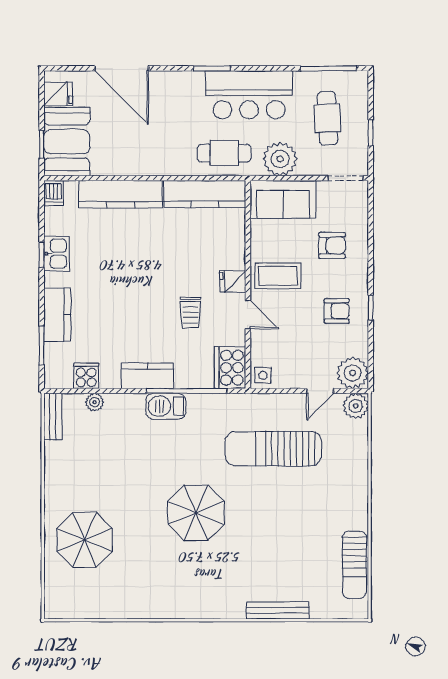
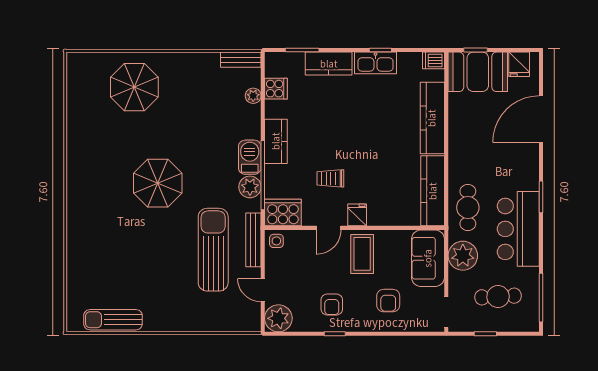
kitchen sink: (56, 254) -> (375, 63), width x1.38
plant: (356, 406) -> (250, 187), moved
bench: (278, 610) -> (253, 240), moved

